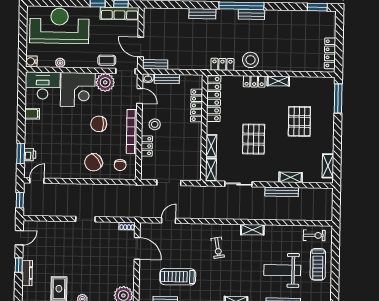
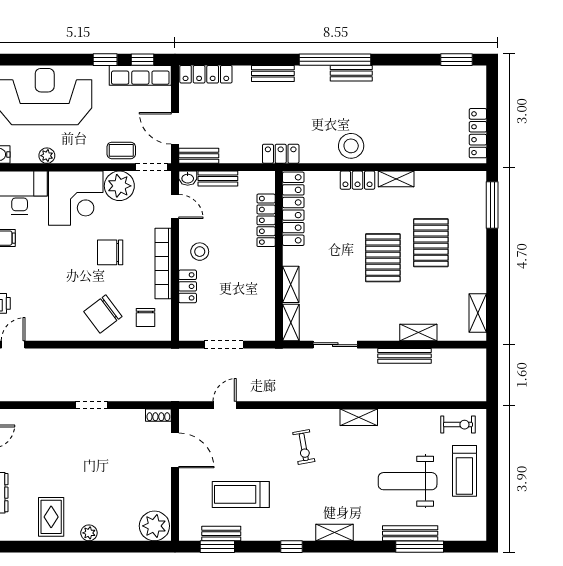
locker: (161, 14) -> (206, 74), added
locker: (222, 64) -> (281, 154), moved
pallet: (254, 139) -> (383, 258), moved

